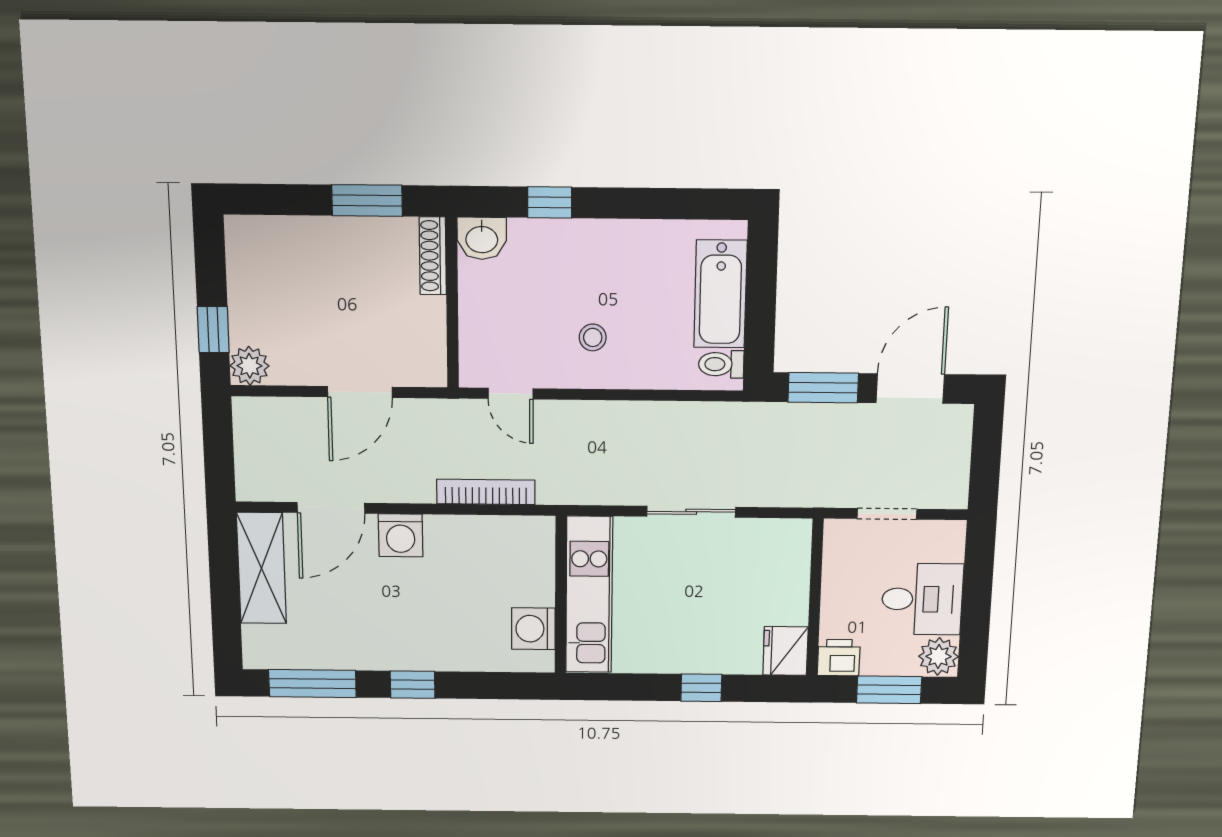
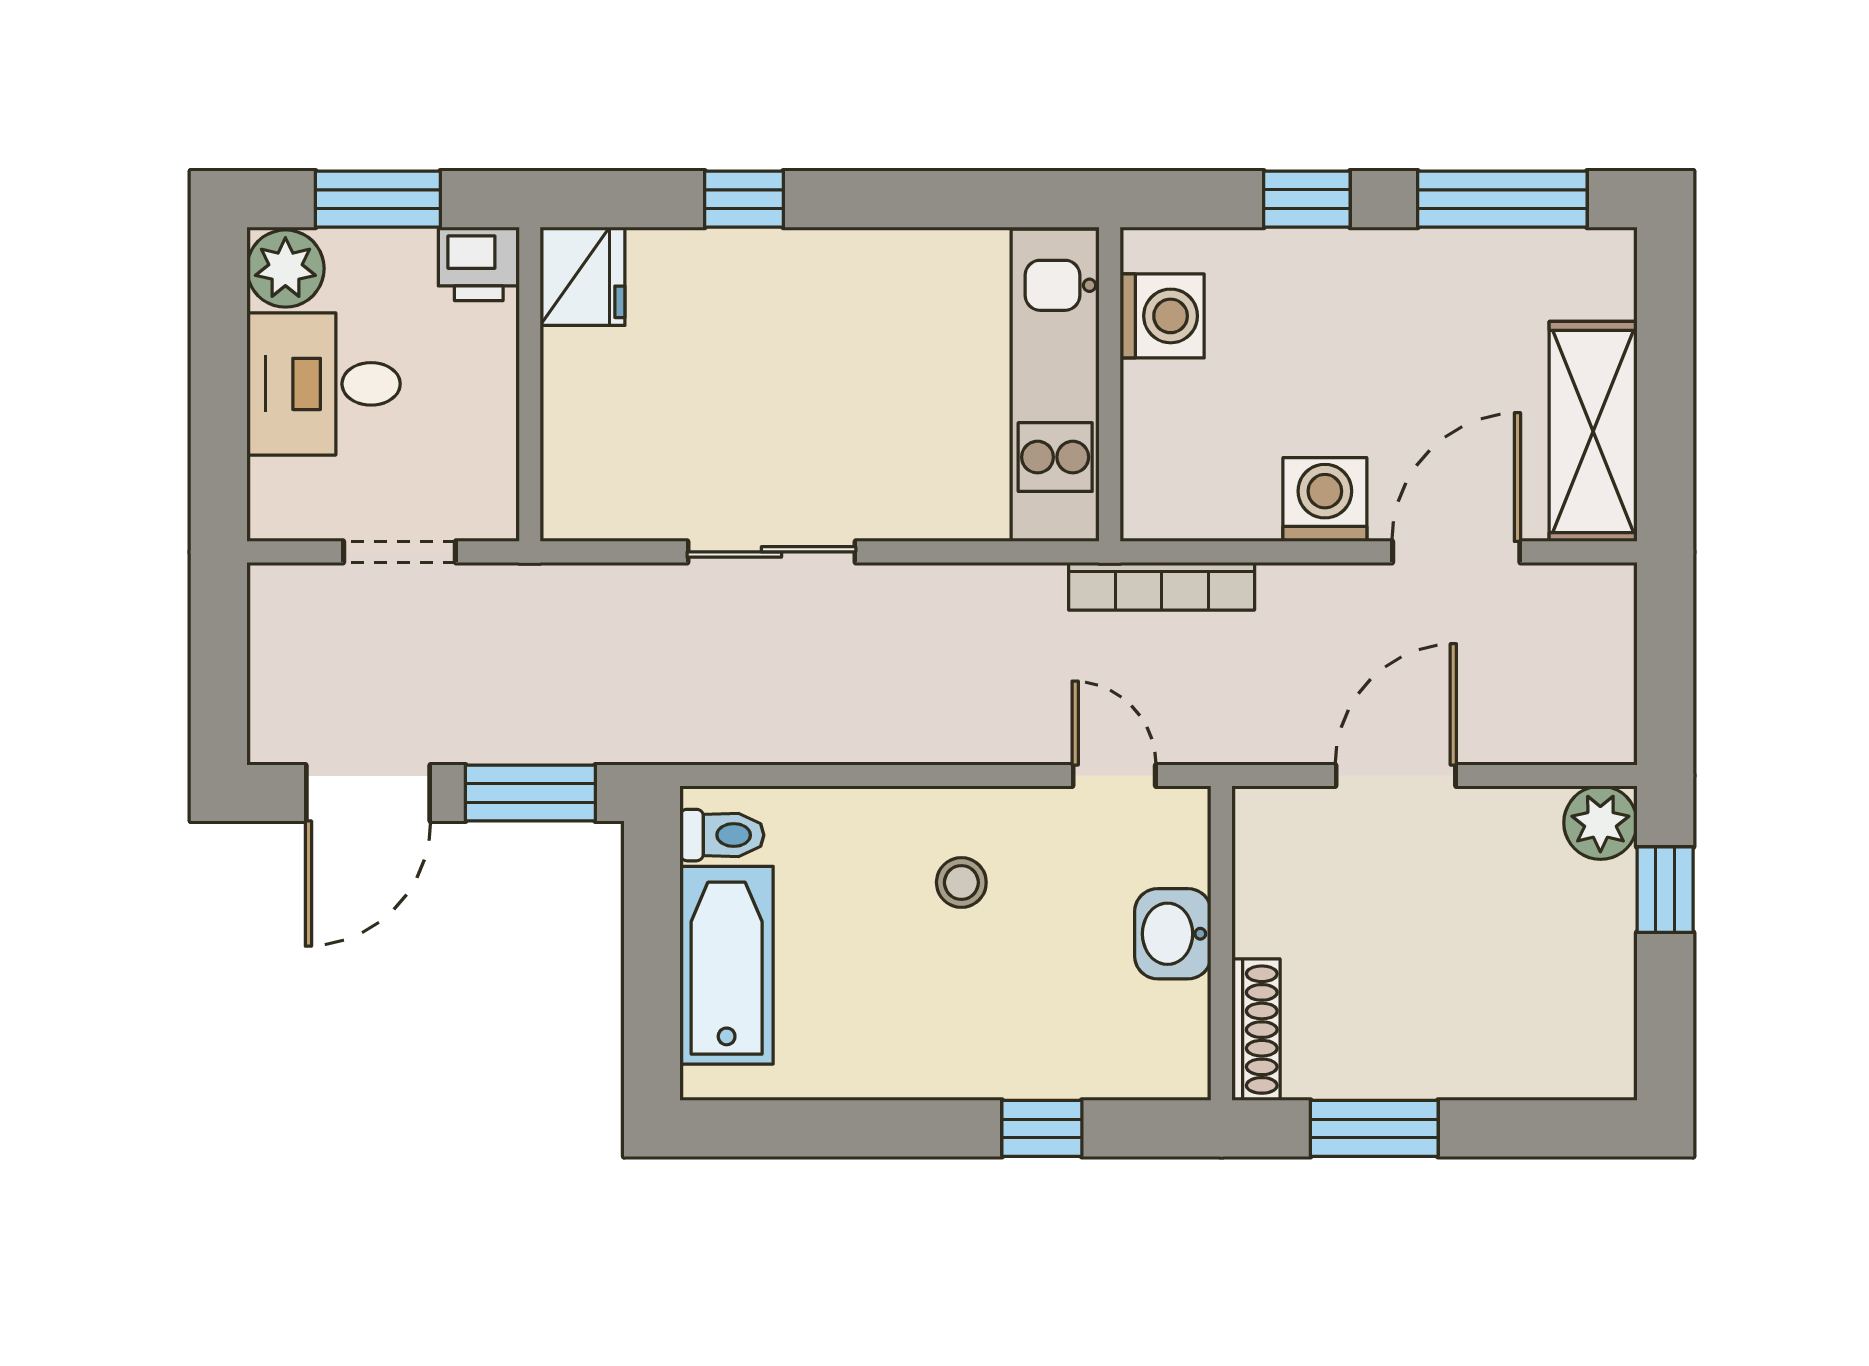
washbasin: (482, 238) -> (1173, 934), moved, turned -90
wall: (561, 595) -> (1110, 384), moved
kitchen unit: (589, 595) -> (1055, 385), moved
washing machine: (533, 629) -> (1162, 316), moved

